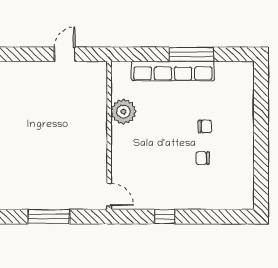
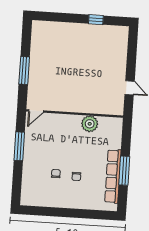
row of seats: (173, 71) -> (113, 176), moved
window: (165, 217) -> (19, 146), width x2.17

